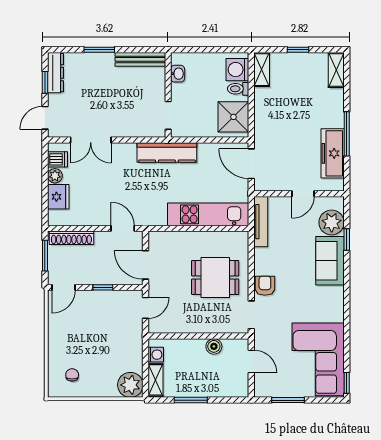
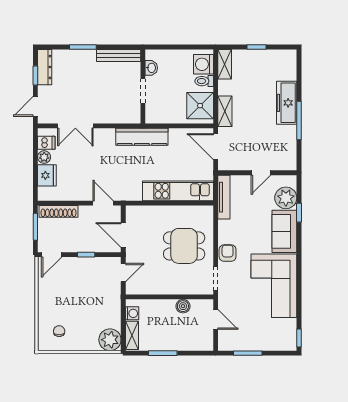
shelving: (336, 70) -> (225, 111), moved
doorway: (168, 115) -> (143, 91), moved
freezer: (333, 153) -> (287, 103), moved
corner sofa: (318, 359) -> (274, 286), moved

